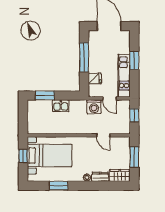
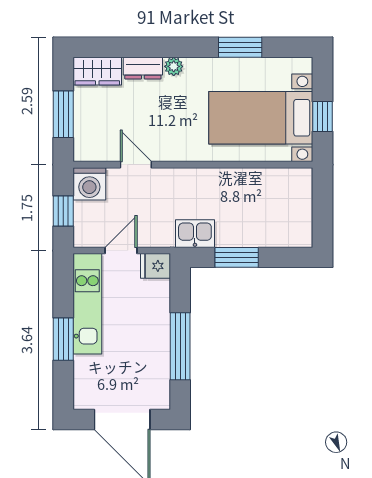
fridge: (95, 79) -> (155, 266), moved
window: (45, 96) -> (237, 257), moved
door: (110, 98) -> (121, 251), hinge flipped
kitchen sink: (61, 106) -> (195, 234), moved
washing machine: (94, 107) -> (89, 184), moved, turned 180

